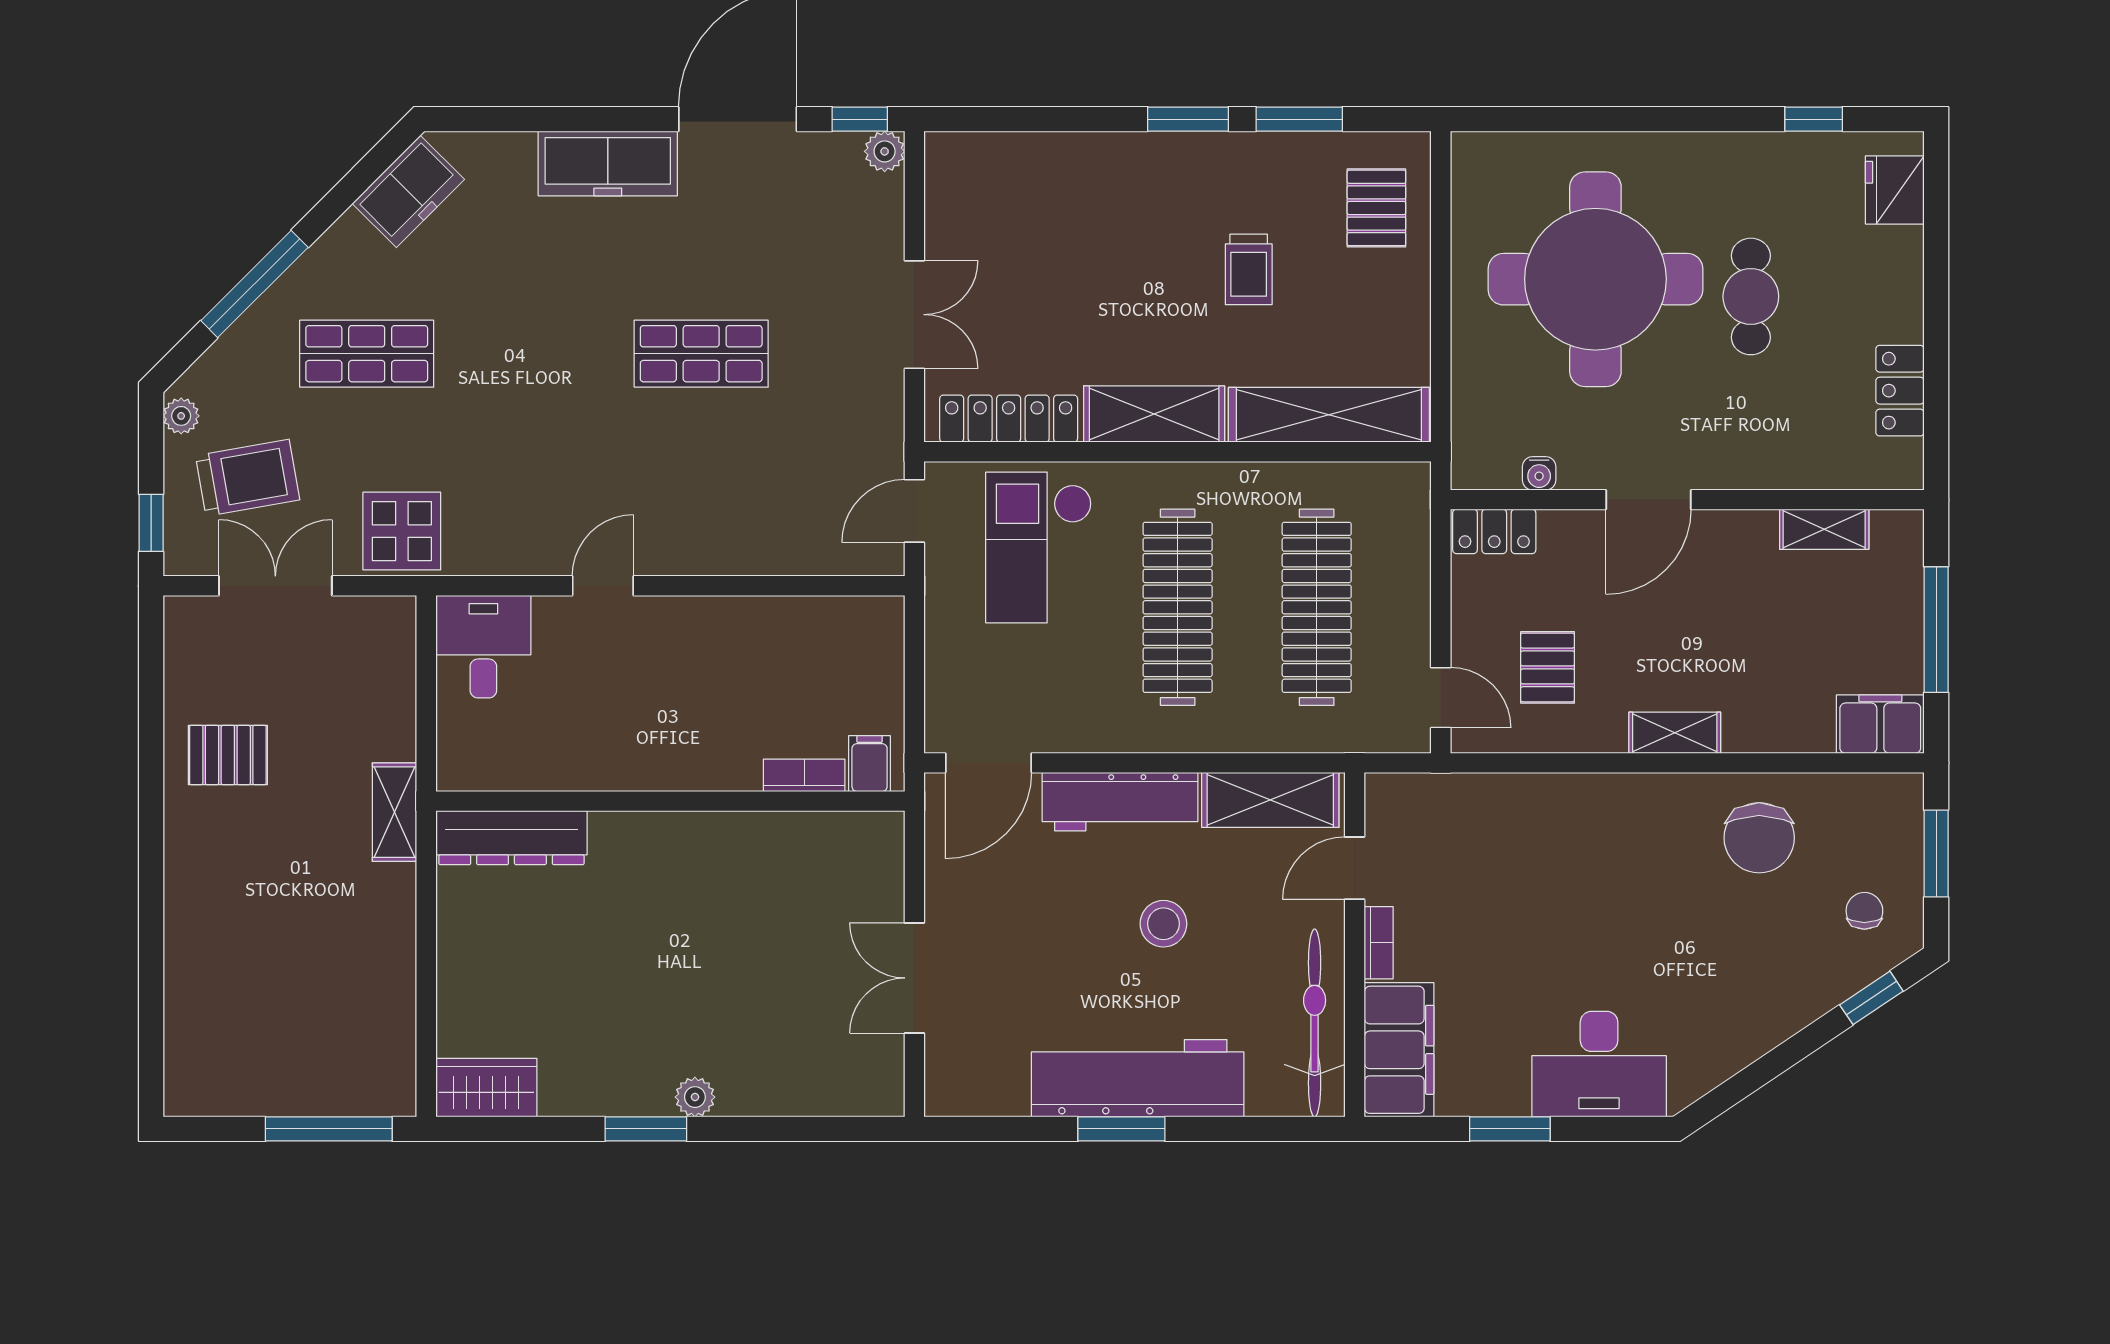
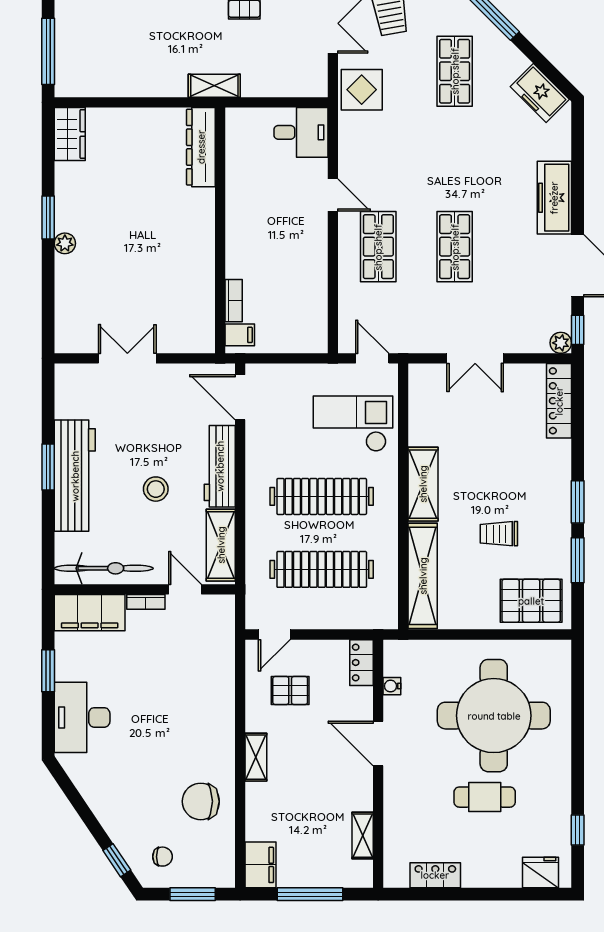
pallet: (1376, 208) -> (531, 601), width x1.50, depth x1.42
locker: (1009, 419) -> (559, 401), moved, turned 180
shop shelf: (701, 499) -> (378, 247), added

